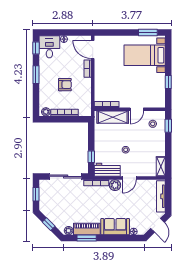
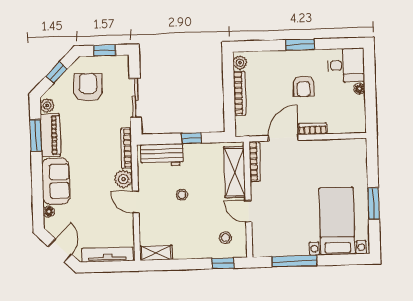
window: (148, 33) -> (373, 203), moved
window: (36, 48) -> (344, 43), removed
door: (93, 49) -> (283, 138), moved
window: (168, 82) -> (294, 261), width x2.17
armchair: (65, 85) -> (303, 86), moved
window: (91, 157) -> (192, 138), moved
workbench: (107, 170) -> (162, 155), moved, turned 90
sliding door: (66, 176) -> (135, 98), width x0.73
armchair: (58, 205) -> (88, 87), added
door: (158, 225) -> (60, 250), swing flipped

